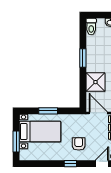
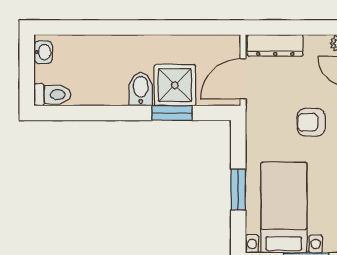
window: (83, 58) -> (172, 113), moved
bidet: (94, 67) -> (141, 89), added

